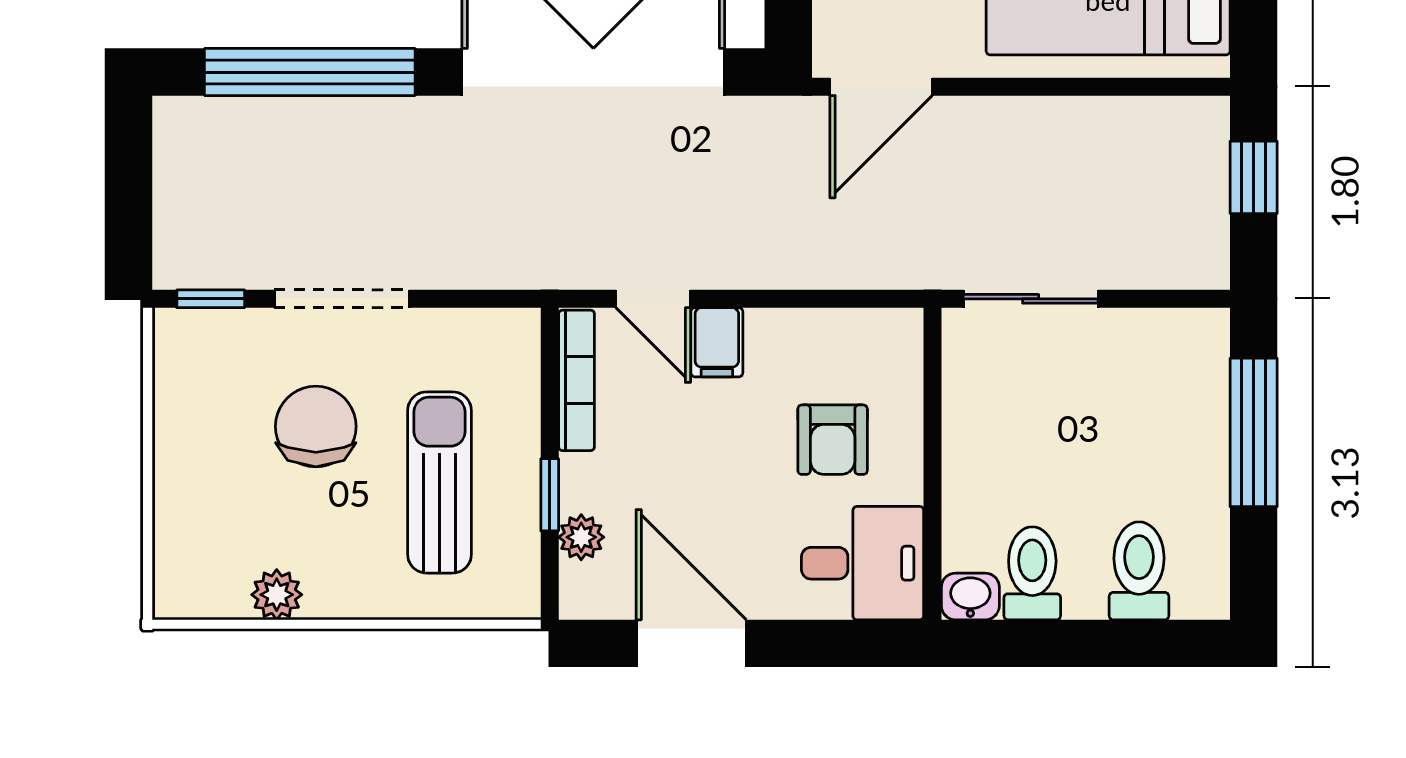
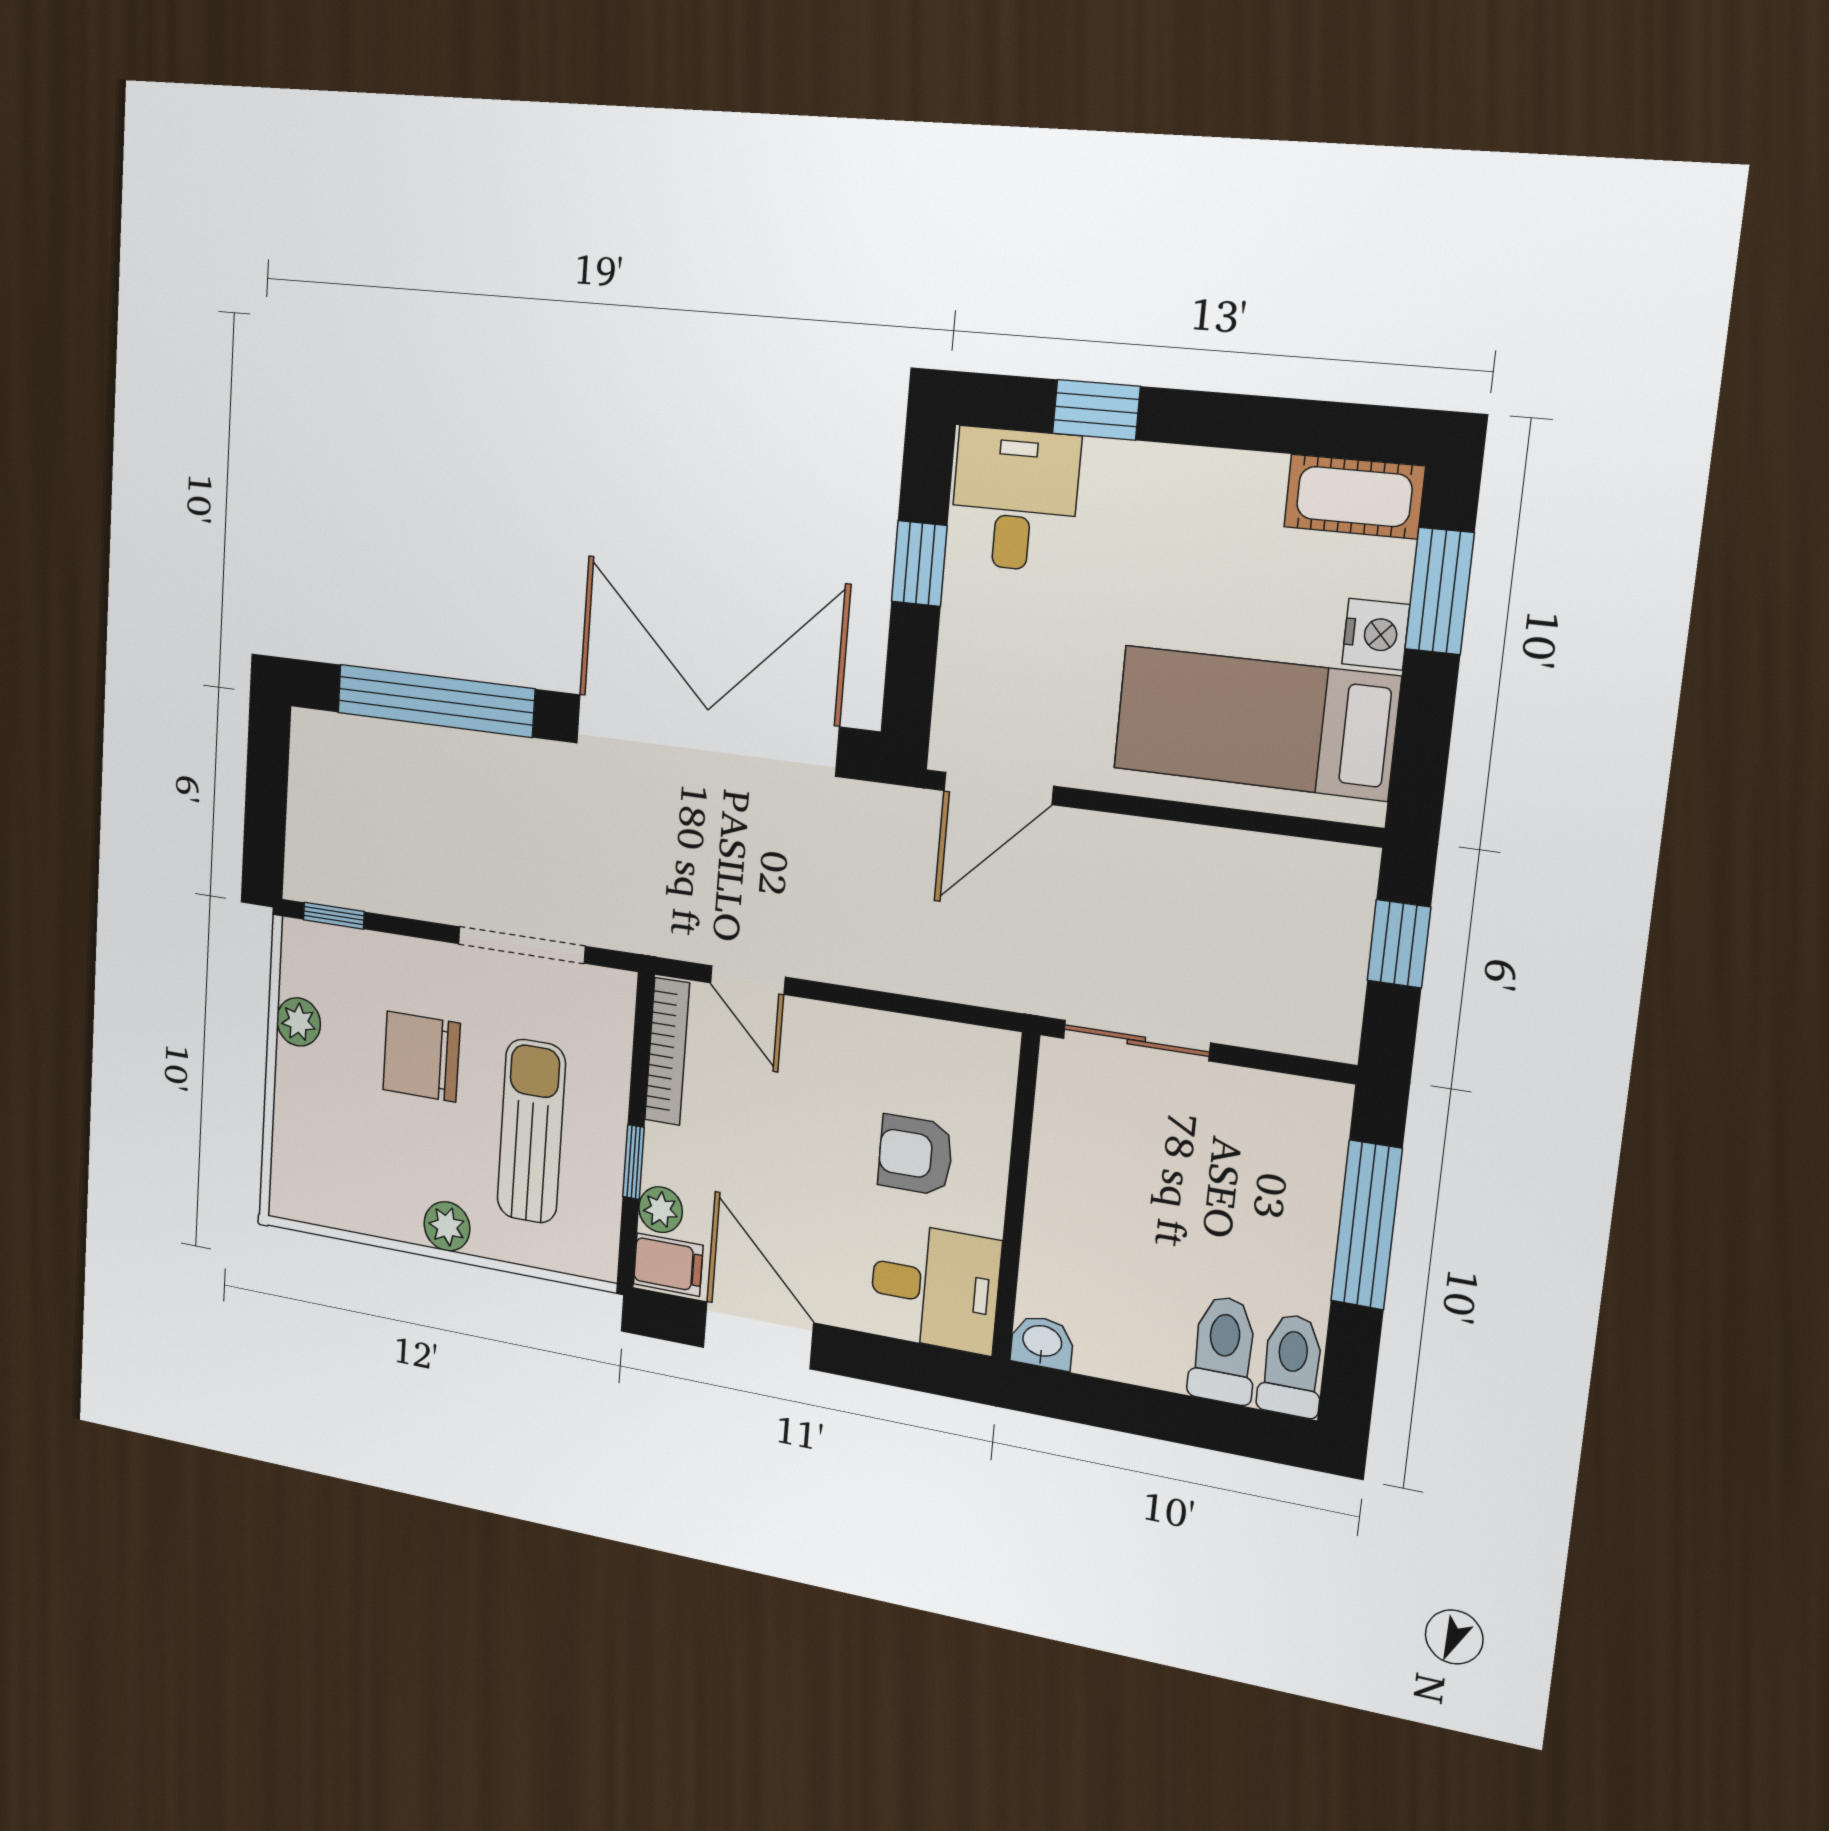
doorway: (342, 299) -> (521, 945), moved
filing cabinet: (717, 342) -> (668, 1265), moved, turned -90
plant: (177, 413) -> (299, 1022), added
chair: (316, 426) -> (421, 1057), turned -90
armchair: (833, 440) -> (915, 1155), turned 90
toilet: (1032, 573) -> (1292, 1365), moved
plant: (277, 595) -> (447, 1226), moved

